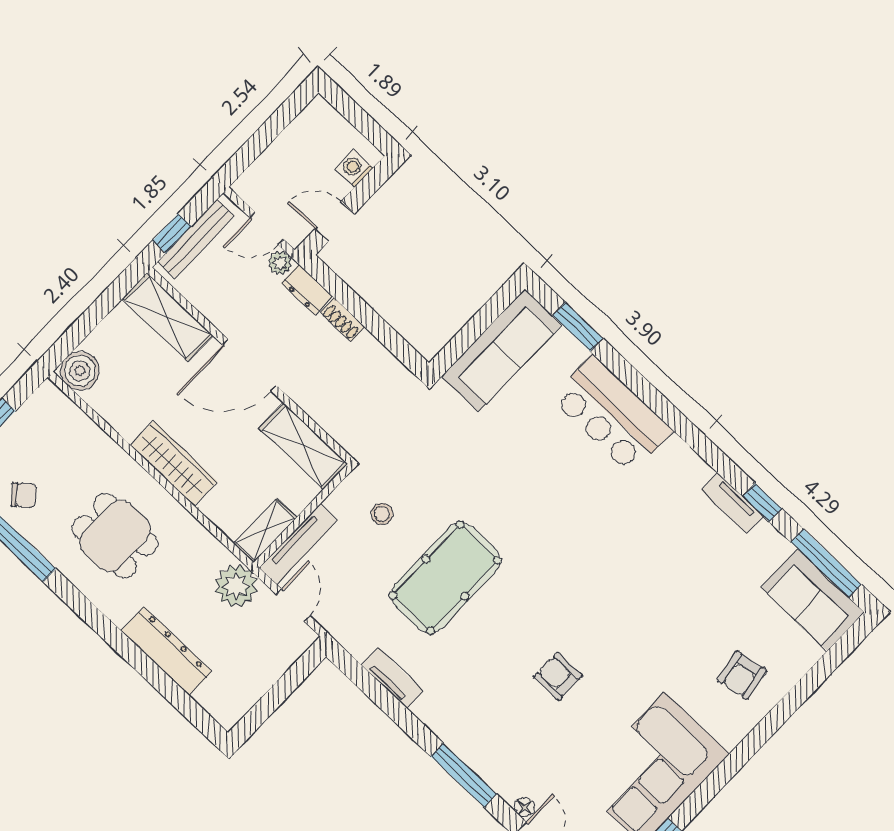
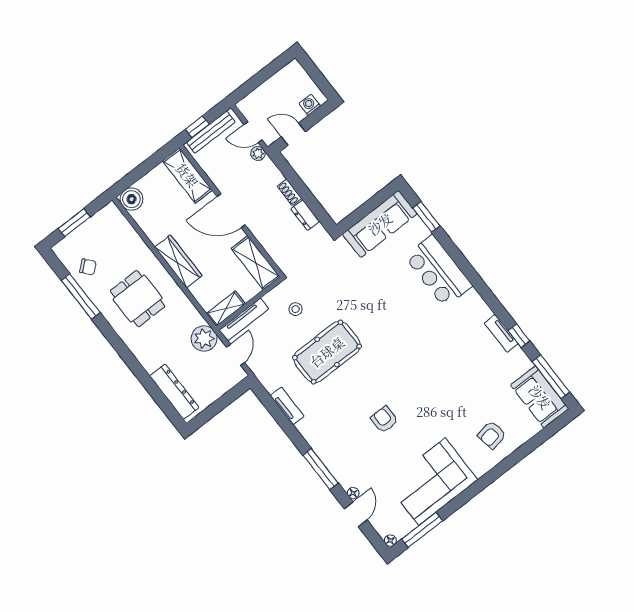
dresser: (307, 290) -> (305, 215), moved
dresser: (167, 651) -> (174, 392), moved

